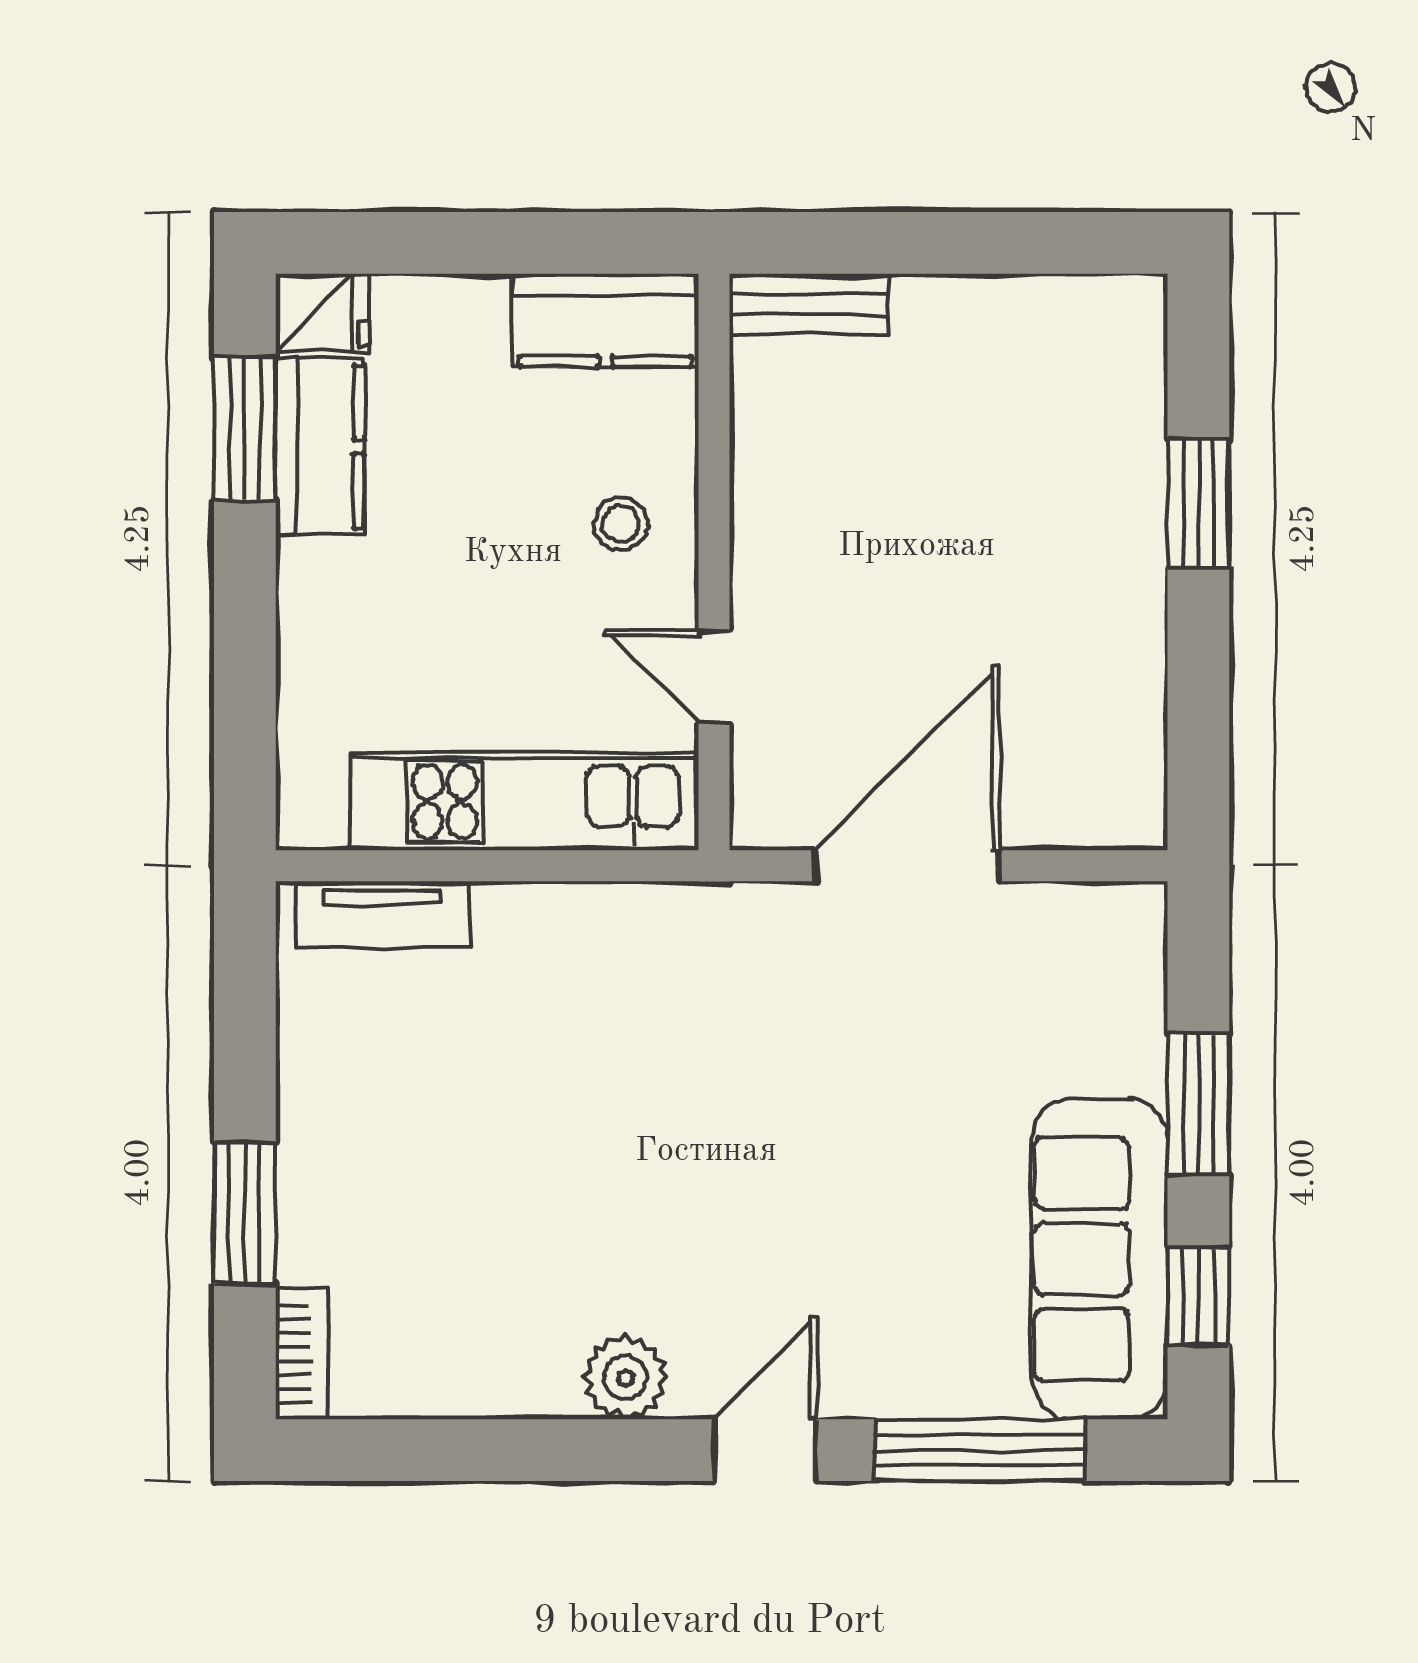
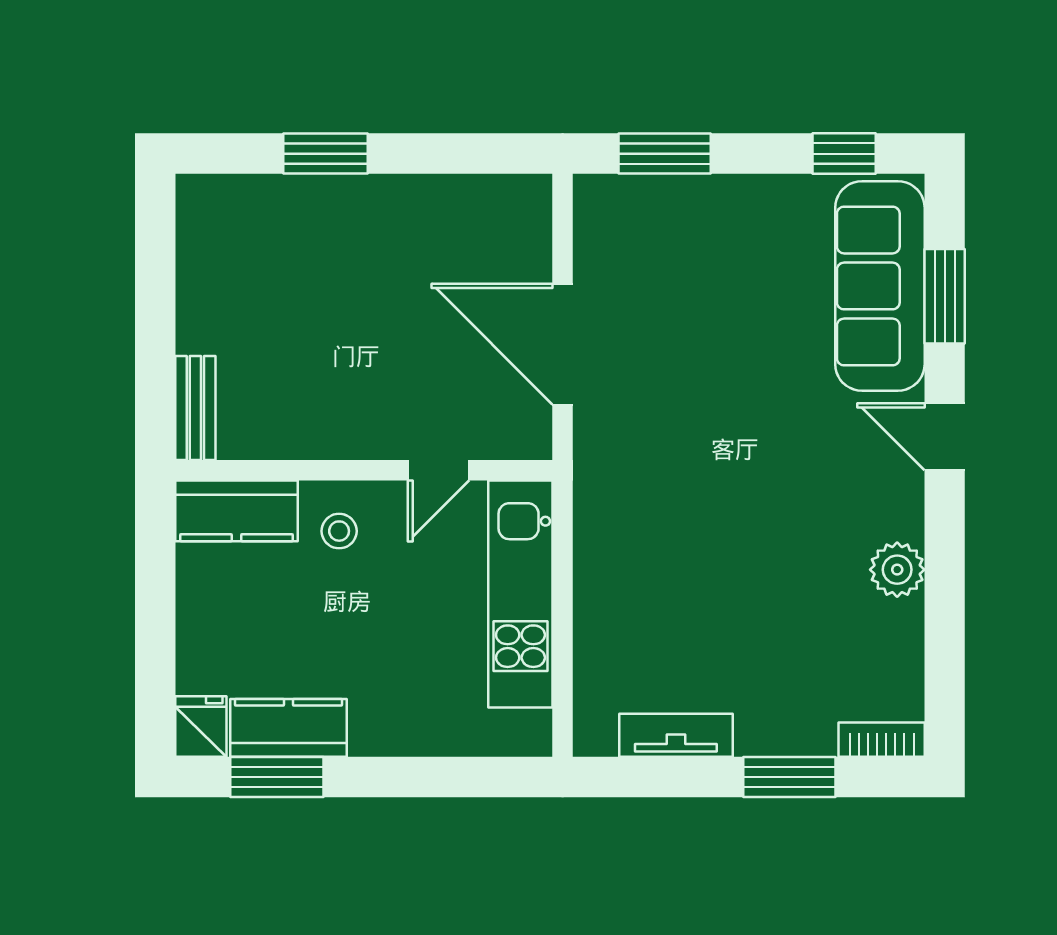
kitchen counter: (605, 320) -> (236, 511), moved, turned 90
tv unit: (383, 914) -> (676, 735), moved, turned -90
window: (1198, 1104) -> (665, 154), moved
sofa: (1099, 1259) -> (880, 286), moved, turned 90
plant: (625, 1378) -> (897, 570), moved
window: (980, 1450) -> (945, 296), width x0.69

